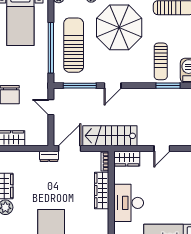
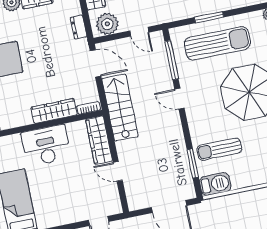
window: (51, 48) -> (209, 17), width x0.47
door: (51, 107) -> (139, 32), swing flipped
plant: (39, 132) -> (107, 24), added
dresser: (49, 156) -> (79, 27), moved
wardrobe: (127, 159) -> (99, 140), width x1.50

